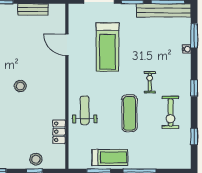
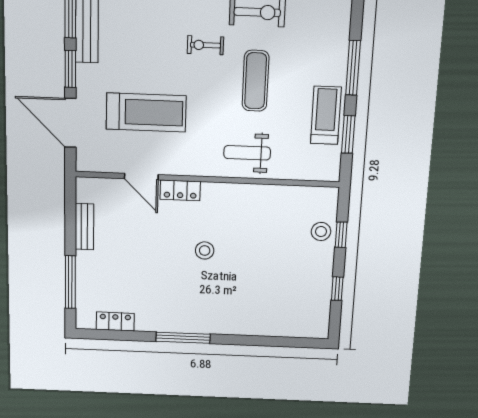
door: (67, 45) -> (141, 177), hinge flipped
exercise mat: (129, 113) -> (256, 81), turned 90
locker: (59, 132) -> (180, 190), moved

